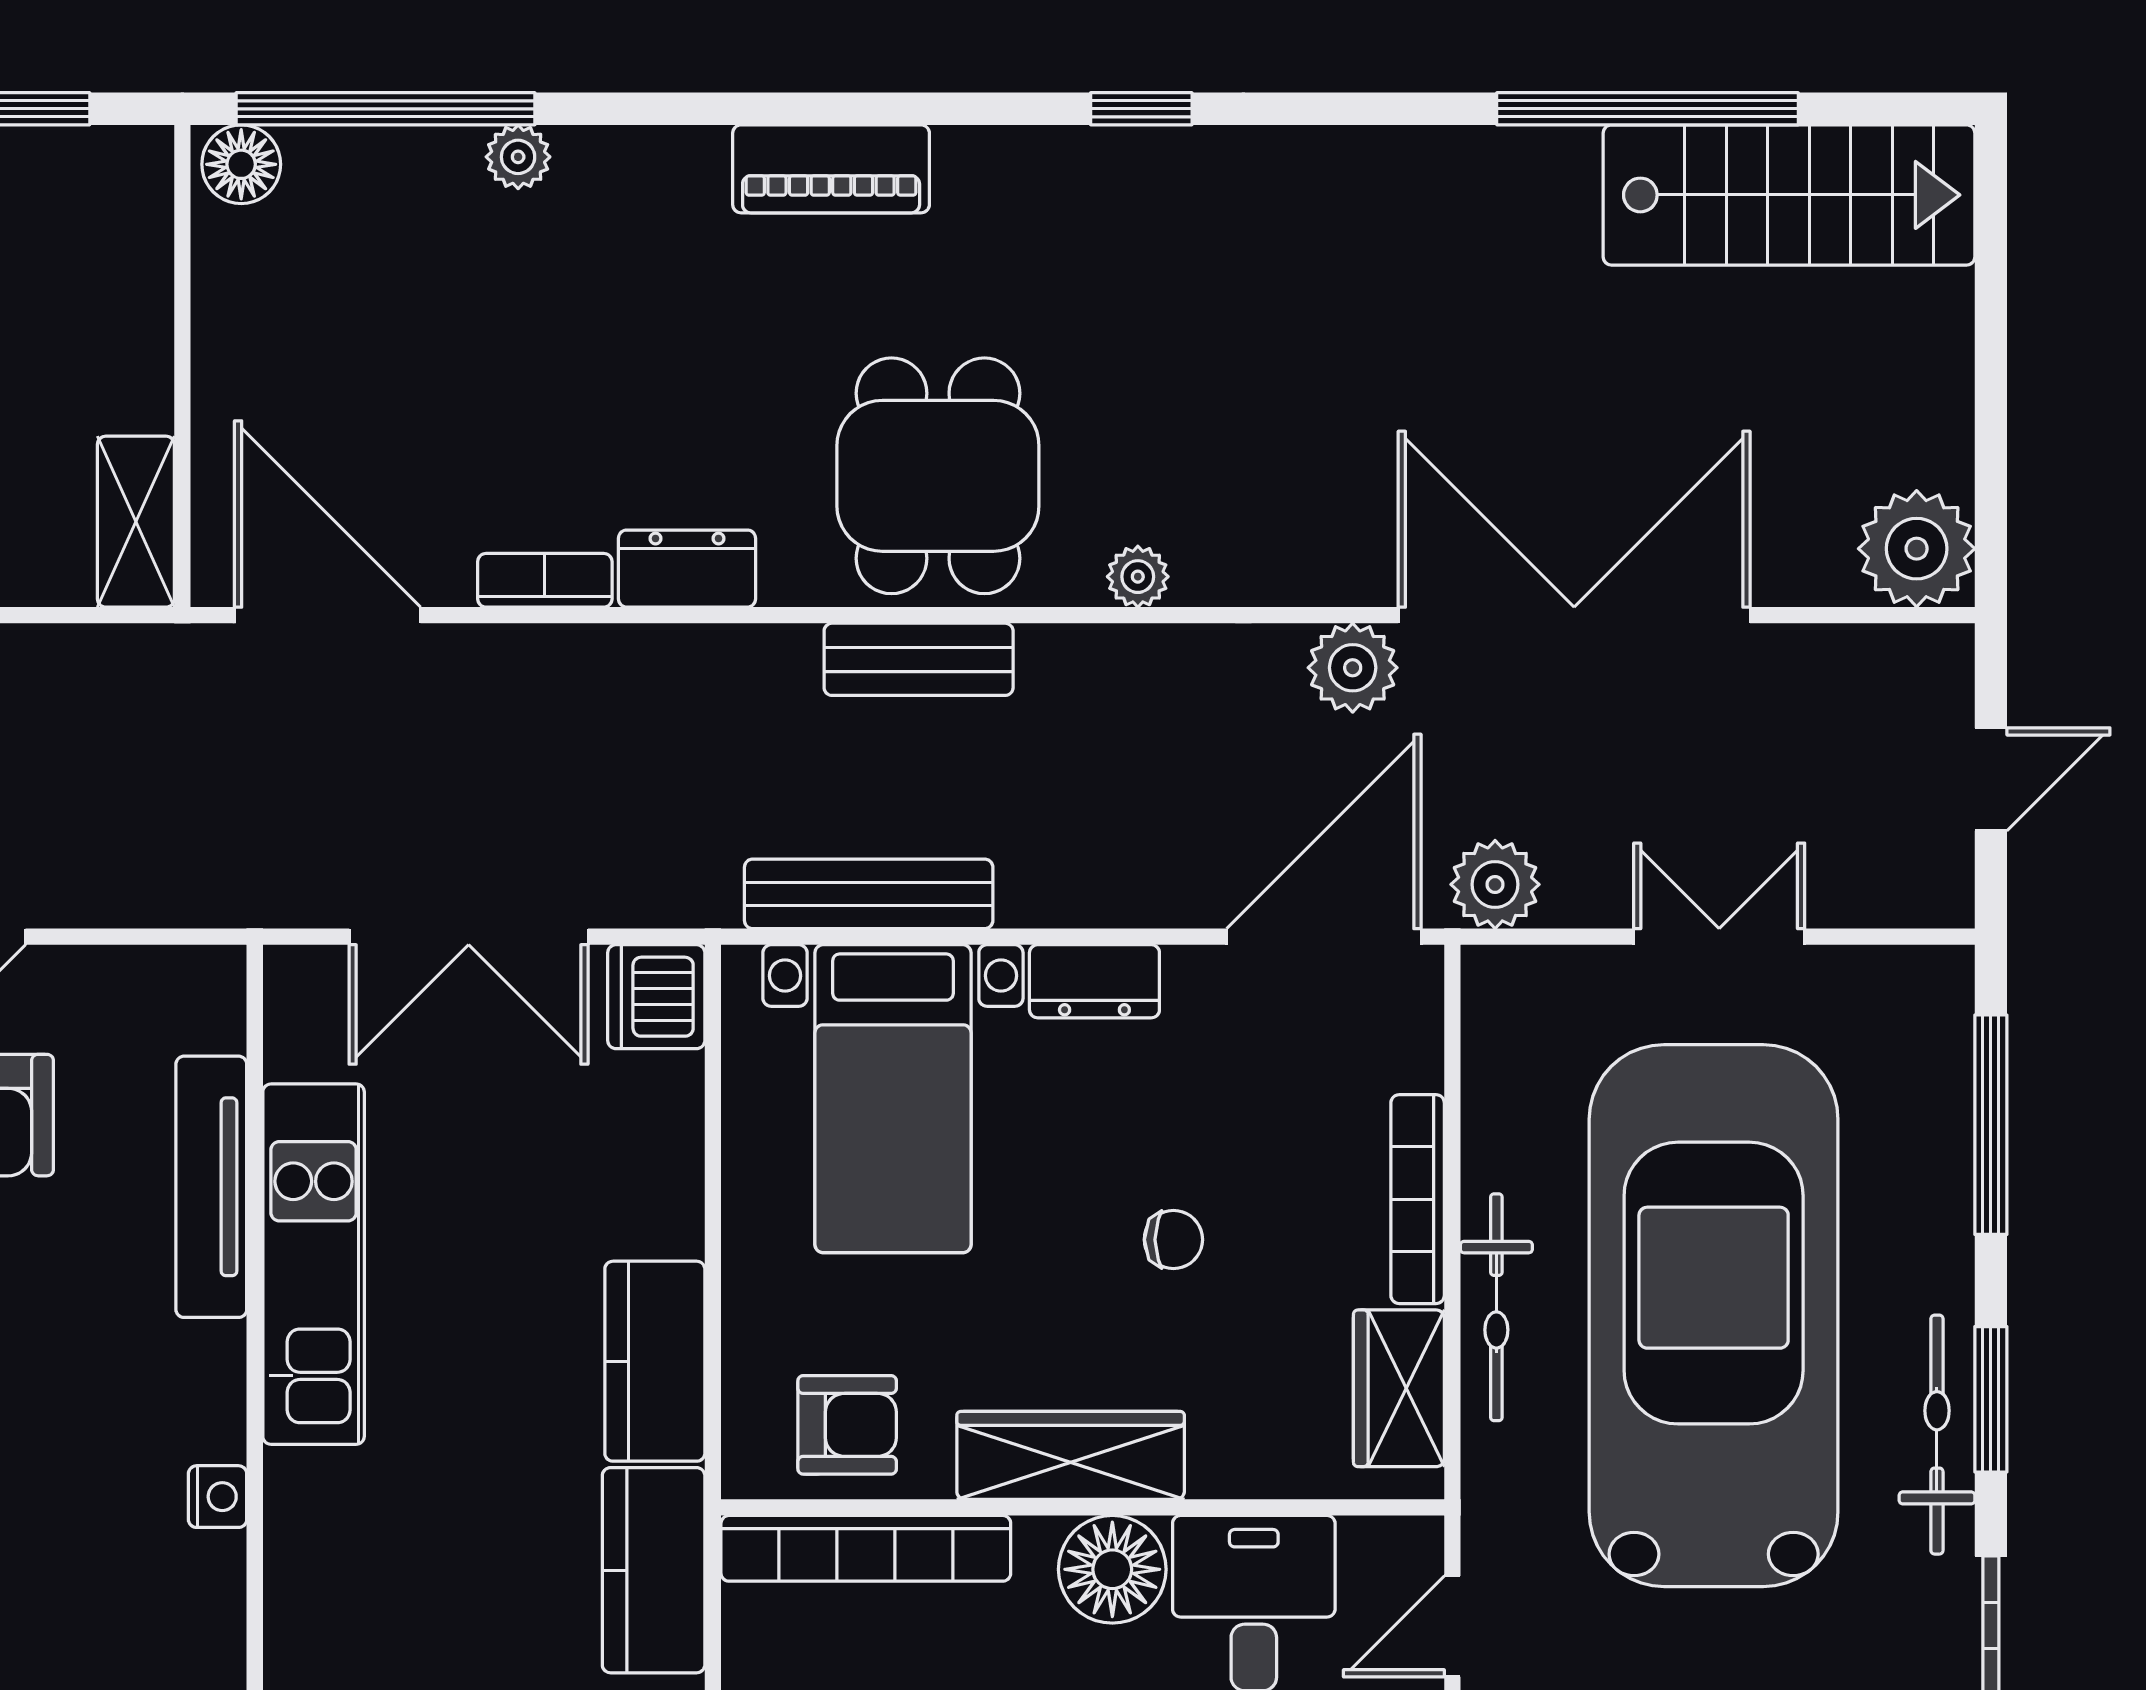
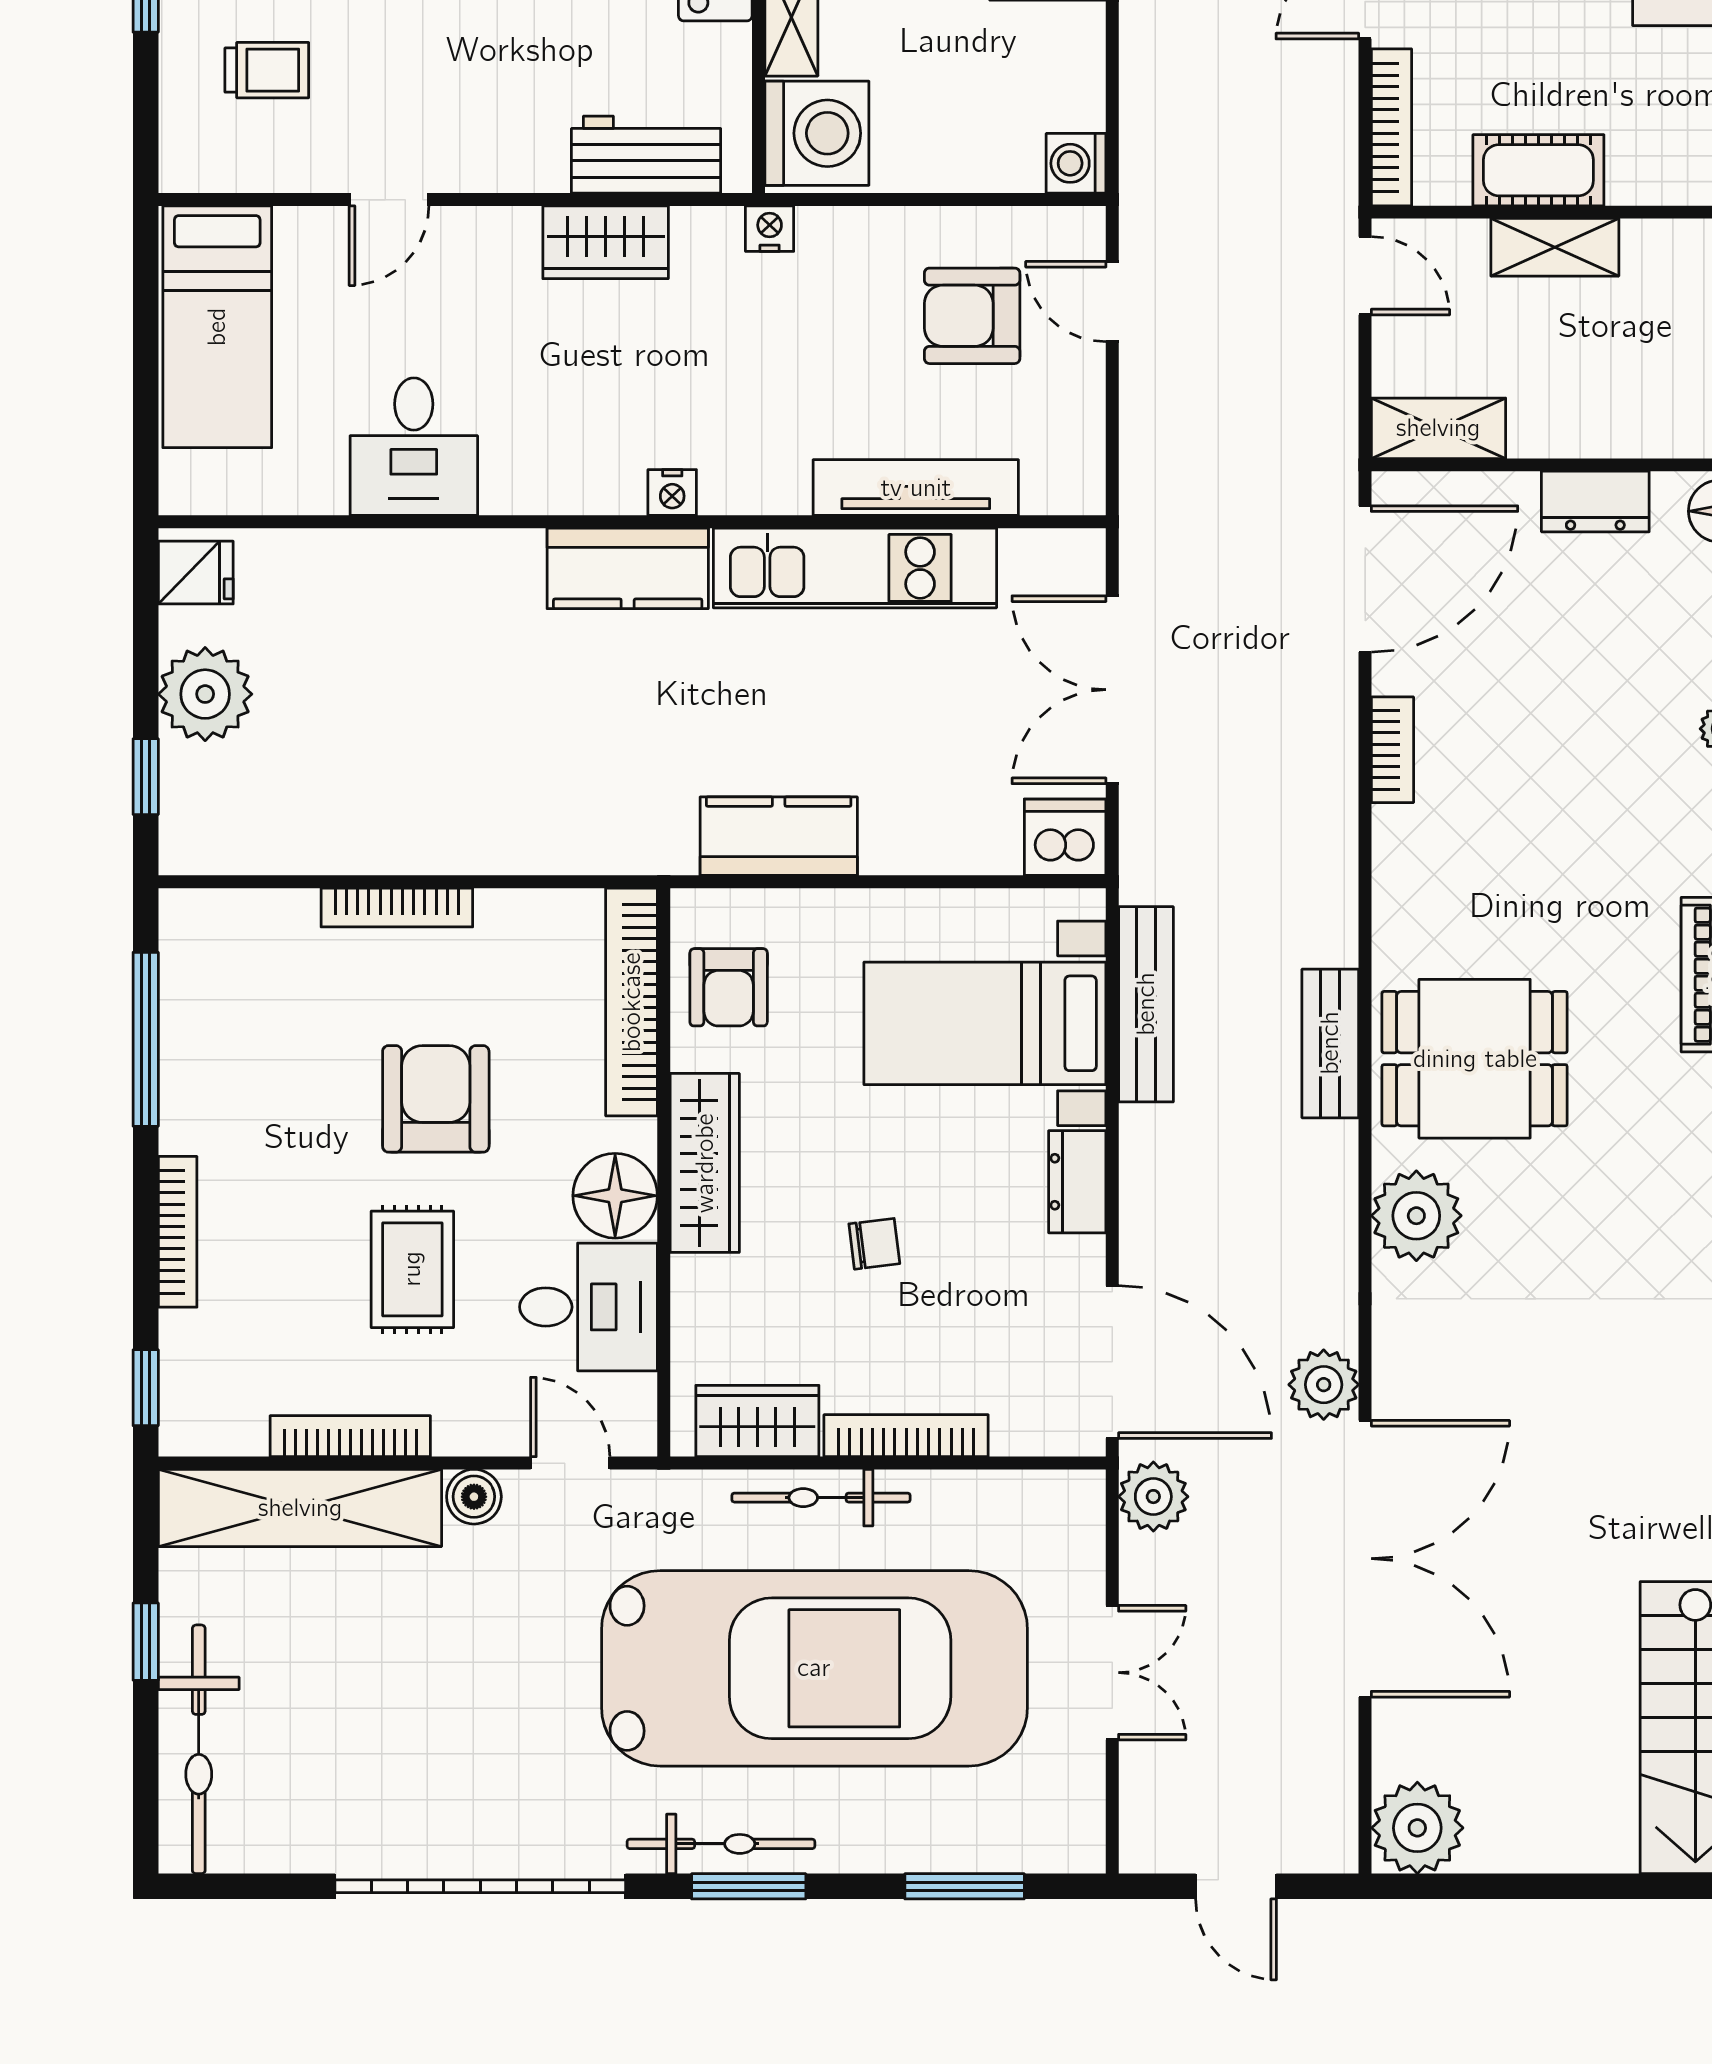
dresser: (687, 569) -> (1595, 501), moved, turned 90
plant: (1138, 577) -> (1416, 1216), width x1.88, depth x1.88
window: (1991, 1125) -> (965, 1886), width x0.69
chair: (1173, 1240) -> (874, 1244), turned -97
kitchen counter: (654, 1570) -> (628, 568), moved, turned 180

